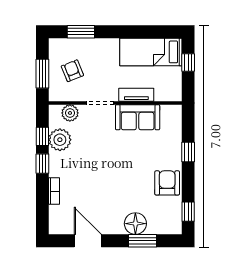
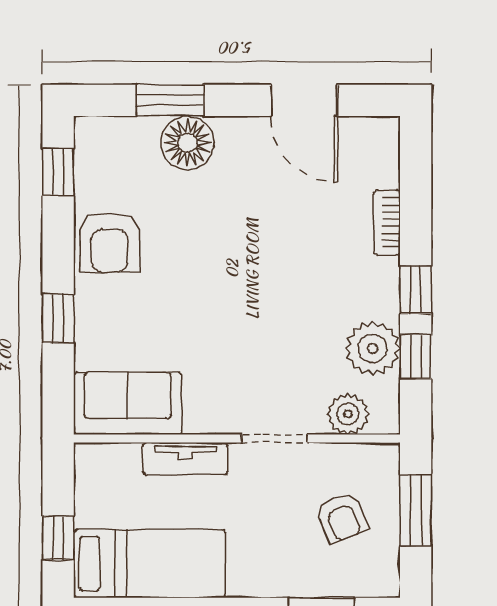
sofa: (138, 117) -> (128, 403), moved

